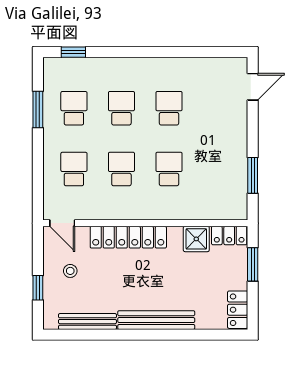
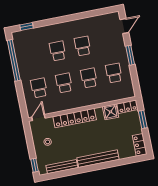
school desk: (74, 108) -> (114, 73), moved
window: (38, 110) -> (14, 60), width x2.11
window: (253, 175) -> (130, 55), moved
door: (62, 223) -> (38, 118), swing flipped
window: (38, 288) -> (35, 165), moved

